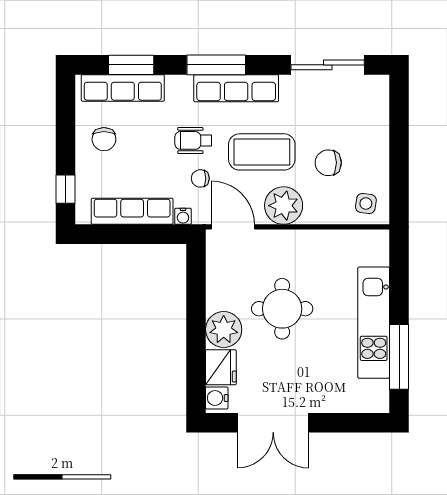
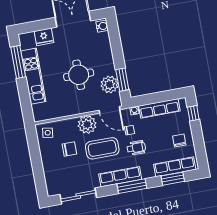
window: (196, 283) -> (122, 80), added
plant: (224, 330) -> (109, 84), moved
fridge: (221, 367) -> (44, 37), moved, turned -90

